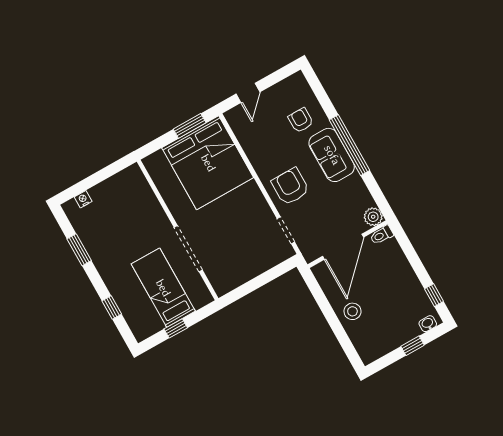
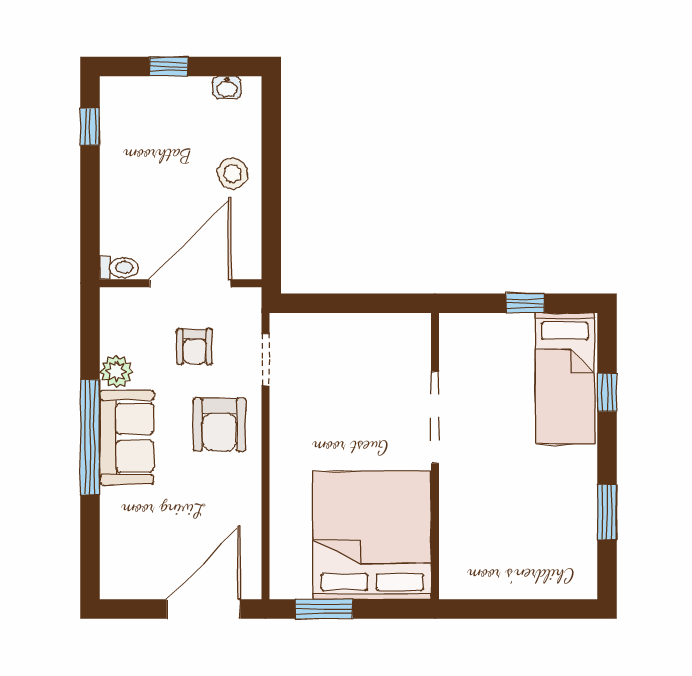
door: (248, 93) -> (203, 609), width x1.88
armchair: (301, 120) -> (195, 347), moved
bed: (208, 163) -> (372, 535), moved
nightstand: (83, 199) -> (556, 588), removed
plant: (373, 217) -> (116, 372), moved
bed: (163, 288) -> (565, 378), moved
washbasin: (428, 324) -> (227, 88), moved

